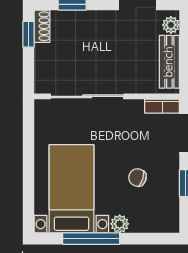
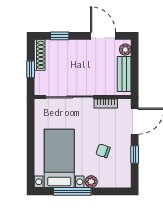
shoe rack: (42, 26) -> (40, 55), width x1.43
window: (29, 34) -> (31, 69), moved
bookcase: (162, 106) -> (106, 103), moved

